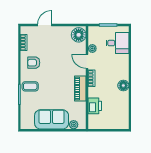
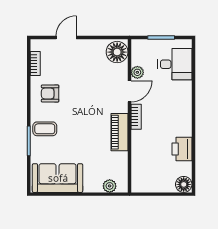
door: (87, 61) -> (129, 91), swing flipped
floor lamp: (123, 85) -> (184, 184), moved
printer: (95, 106) -> (182, 149), moved, turned 180
sofa: (52, 119) -> (58, 178), moved

